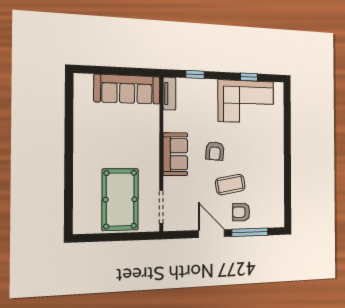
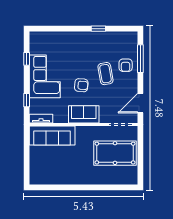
sofa: (127, 89) -> (52, 135), moved, turned 90
corner sofa: (246, 101) -> (45, 76), moved
window: (287, 174) -> (98, 29), added
door: (211, 234) -> (140, 103), moved

